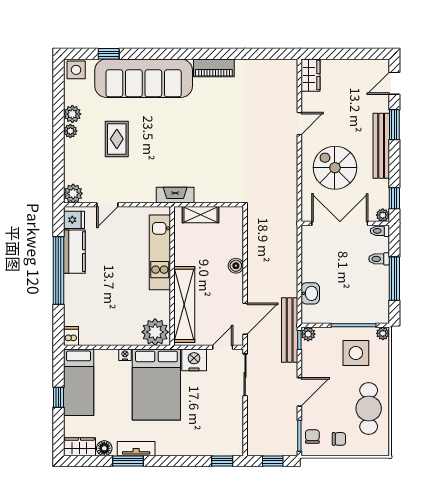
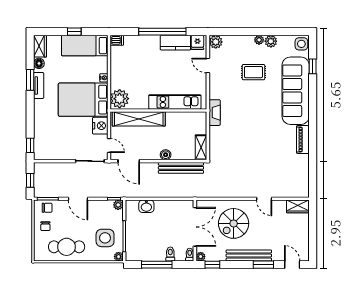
spiral stairs: (335, 168) -> (234, 223), turned 180
shelving: (201, 215) -> (201, 147), moved
bench: (290, 330) -> (181, 168), moved

